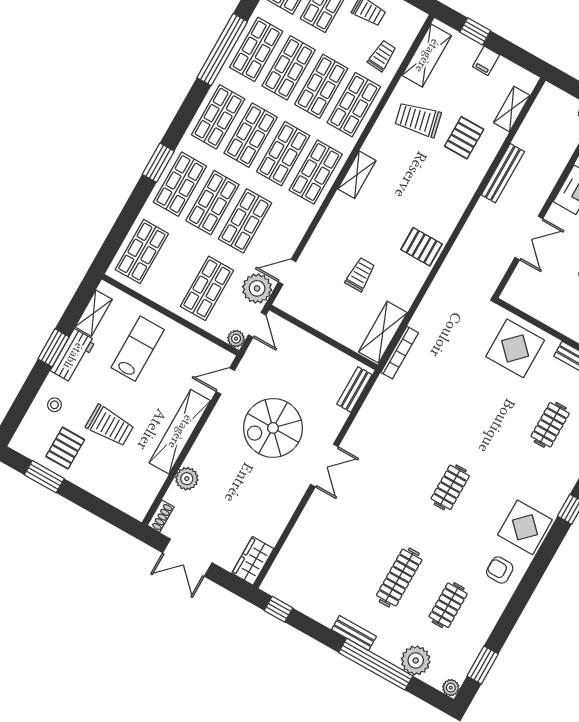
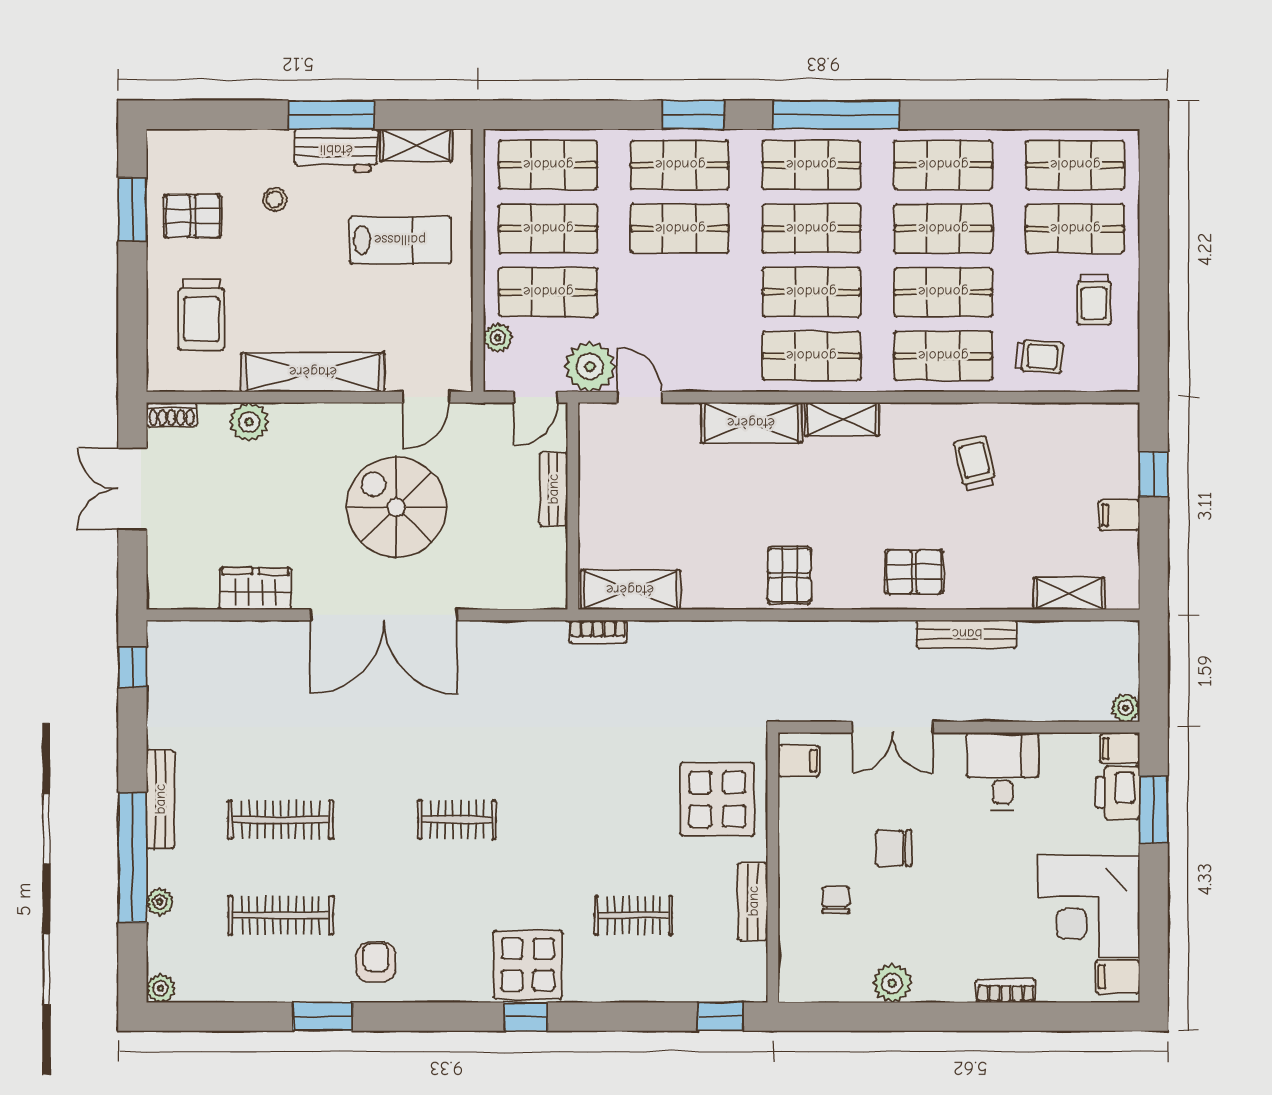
window: (222, 50) -> (836, 115), moved
shelving: (427, 56) -> (751, 423), moved
trolley: (418, 120) -> (975, 463), width x0.73, depth x0.72
pallet: (464, 138) -> (914, 572), moved
shop shelf: (245, 221) -> (548, 229), moved
trolley: (360, 274) -> (697, 508), removed
filing cabinet: (519, 296) -> (799, 761), added
plant: (236, 339) -> (498, 338), moved
window: (54, 348) -> (331, 115), width x1.44
bookcase: (400, 353) -> (598, 632), width x0.64
door: (225, 381) -> (426, 397), swing flipped
bench: (354, 389) -> (553, 489), moved, turned 90
stool: (54, 405) -> (275, 199), moved
trolley: (110, 426) -> (201, 314), moved
double door: (324, 466) -> (384, 615), width x1.87
display table: (525, 527) -> (528, 965), moved
wardrobe: (253, 561) -> (255, 589), moved
clothes rail: (448, 605) -> (281, 915), width x1.36
bench: (354, 633) -> (160, 799), width x1.36
plant: (416, 660) -> (160, 902), width x0.53, depth x0.53
window: (483, 665) -> (323, 1017), moved

